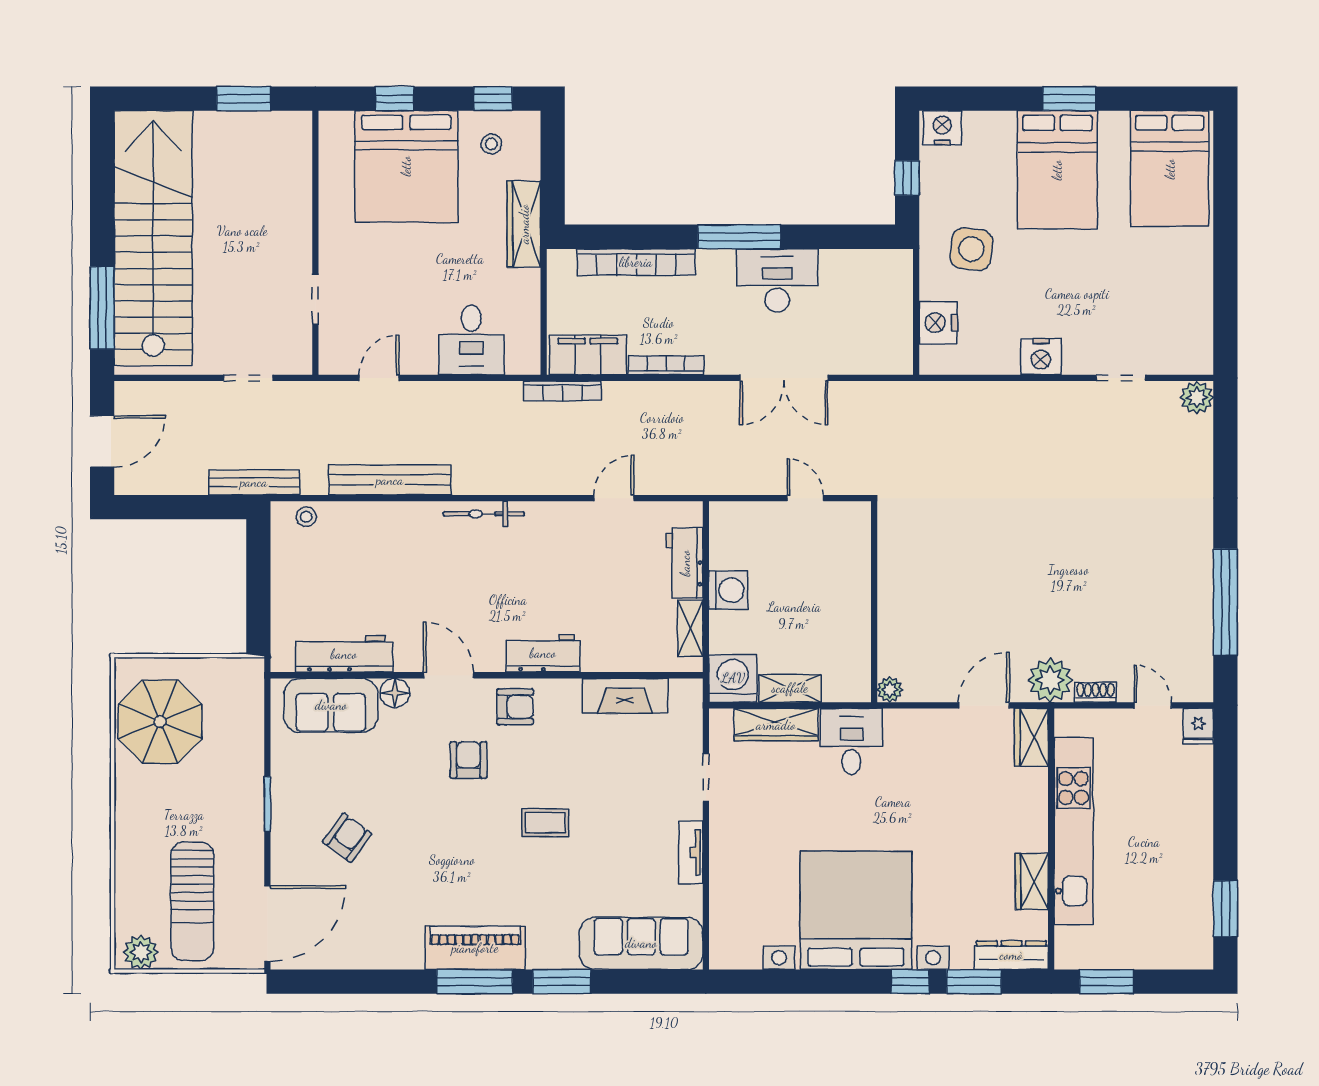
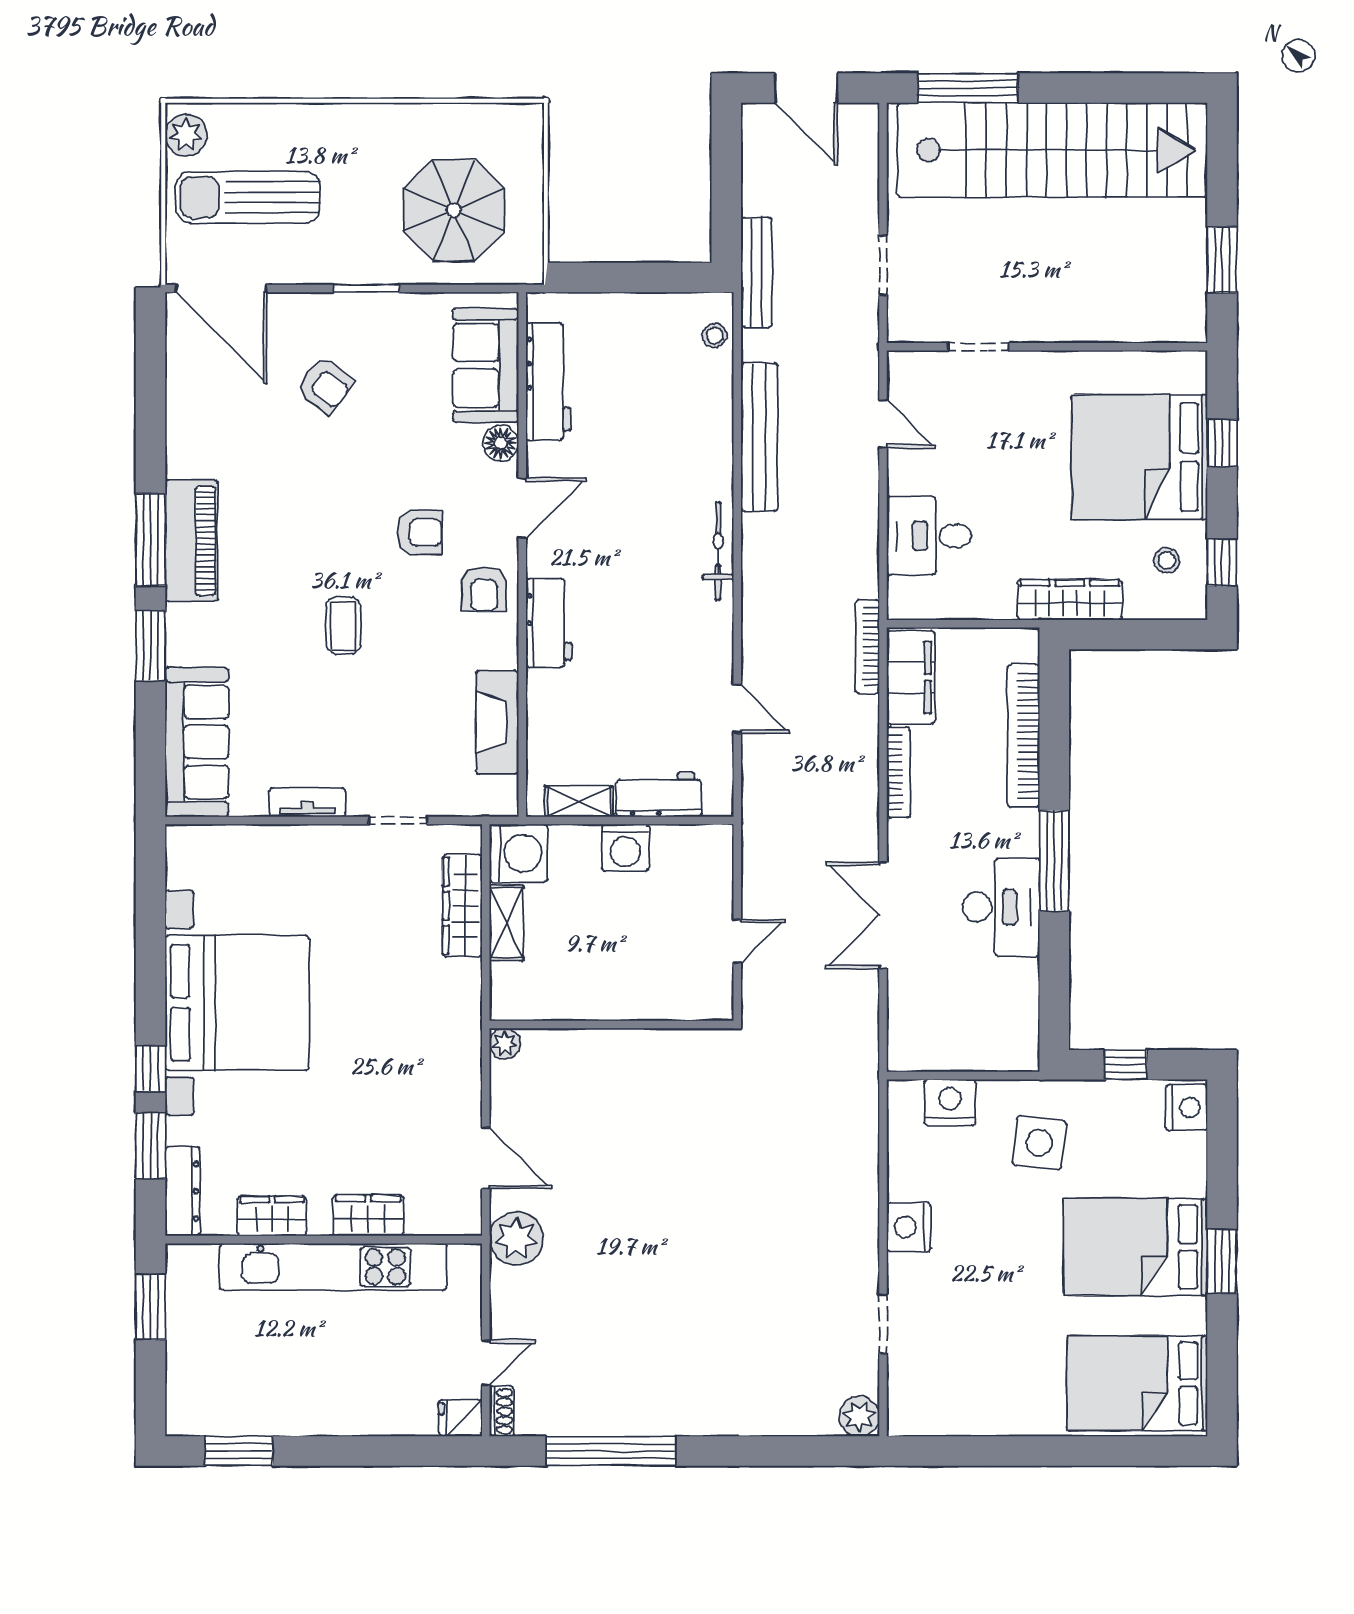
shoe rack: (1096, 692) -> (502, 1411), moved
parasol: (160, 722) -> (454, 210), moved
wardrobe: (1031, 737) -> (368, 1215), moved
desk: (851, 741) -> (442, 997), removed

